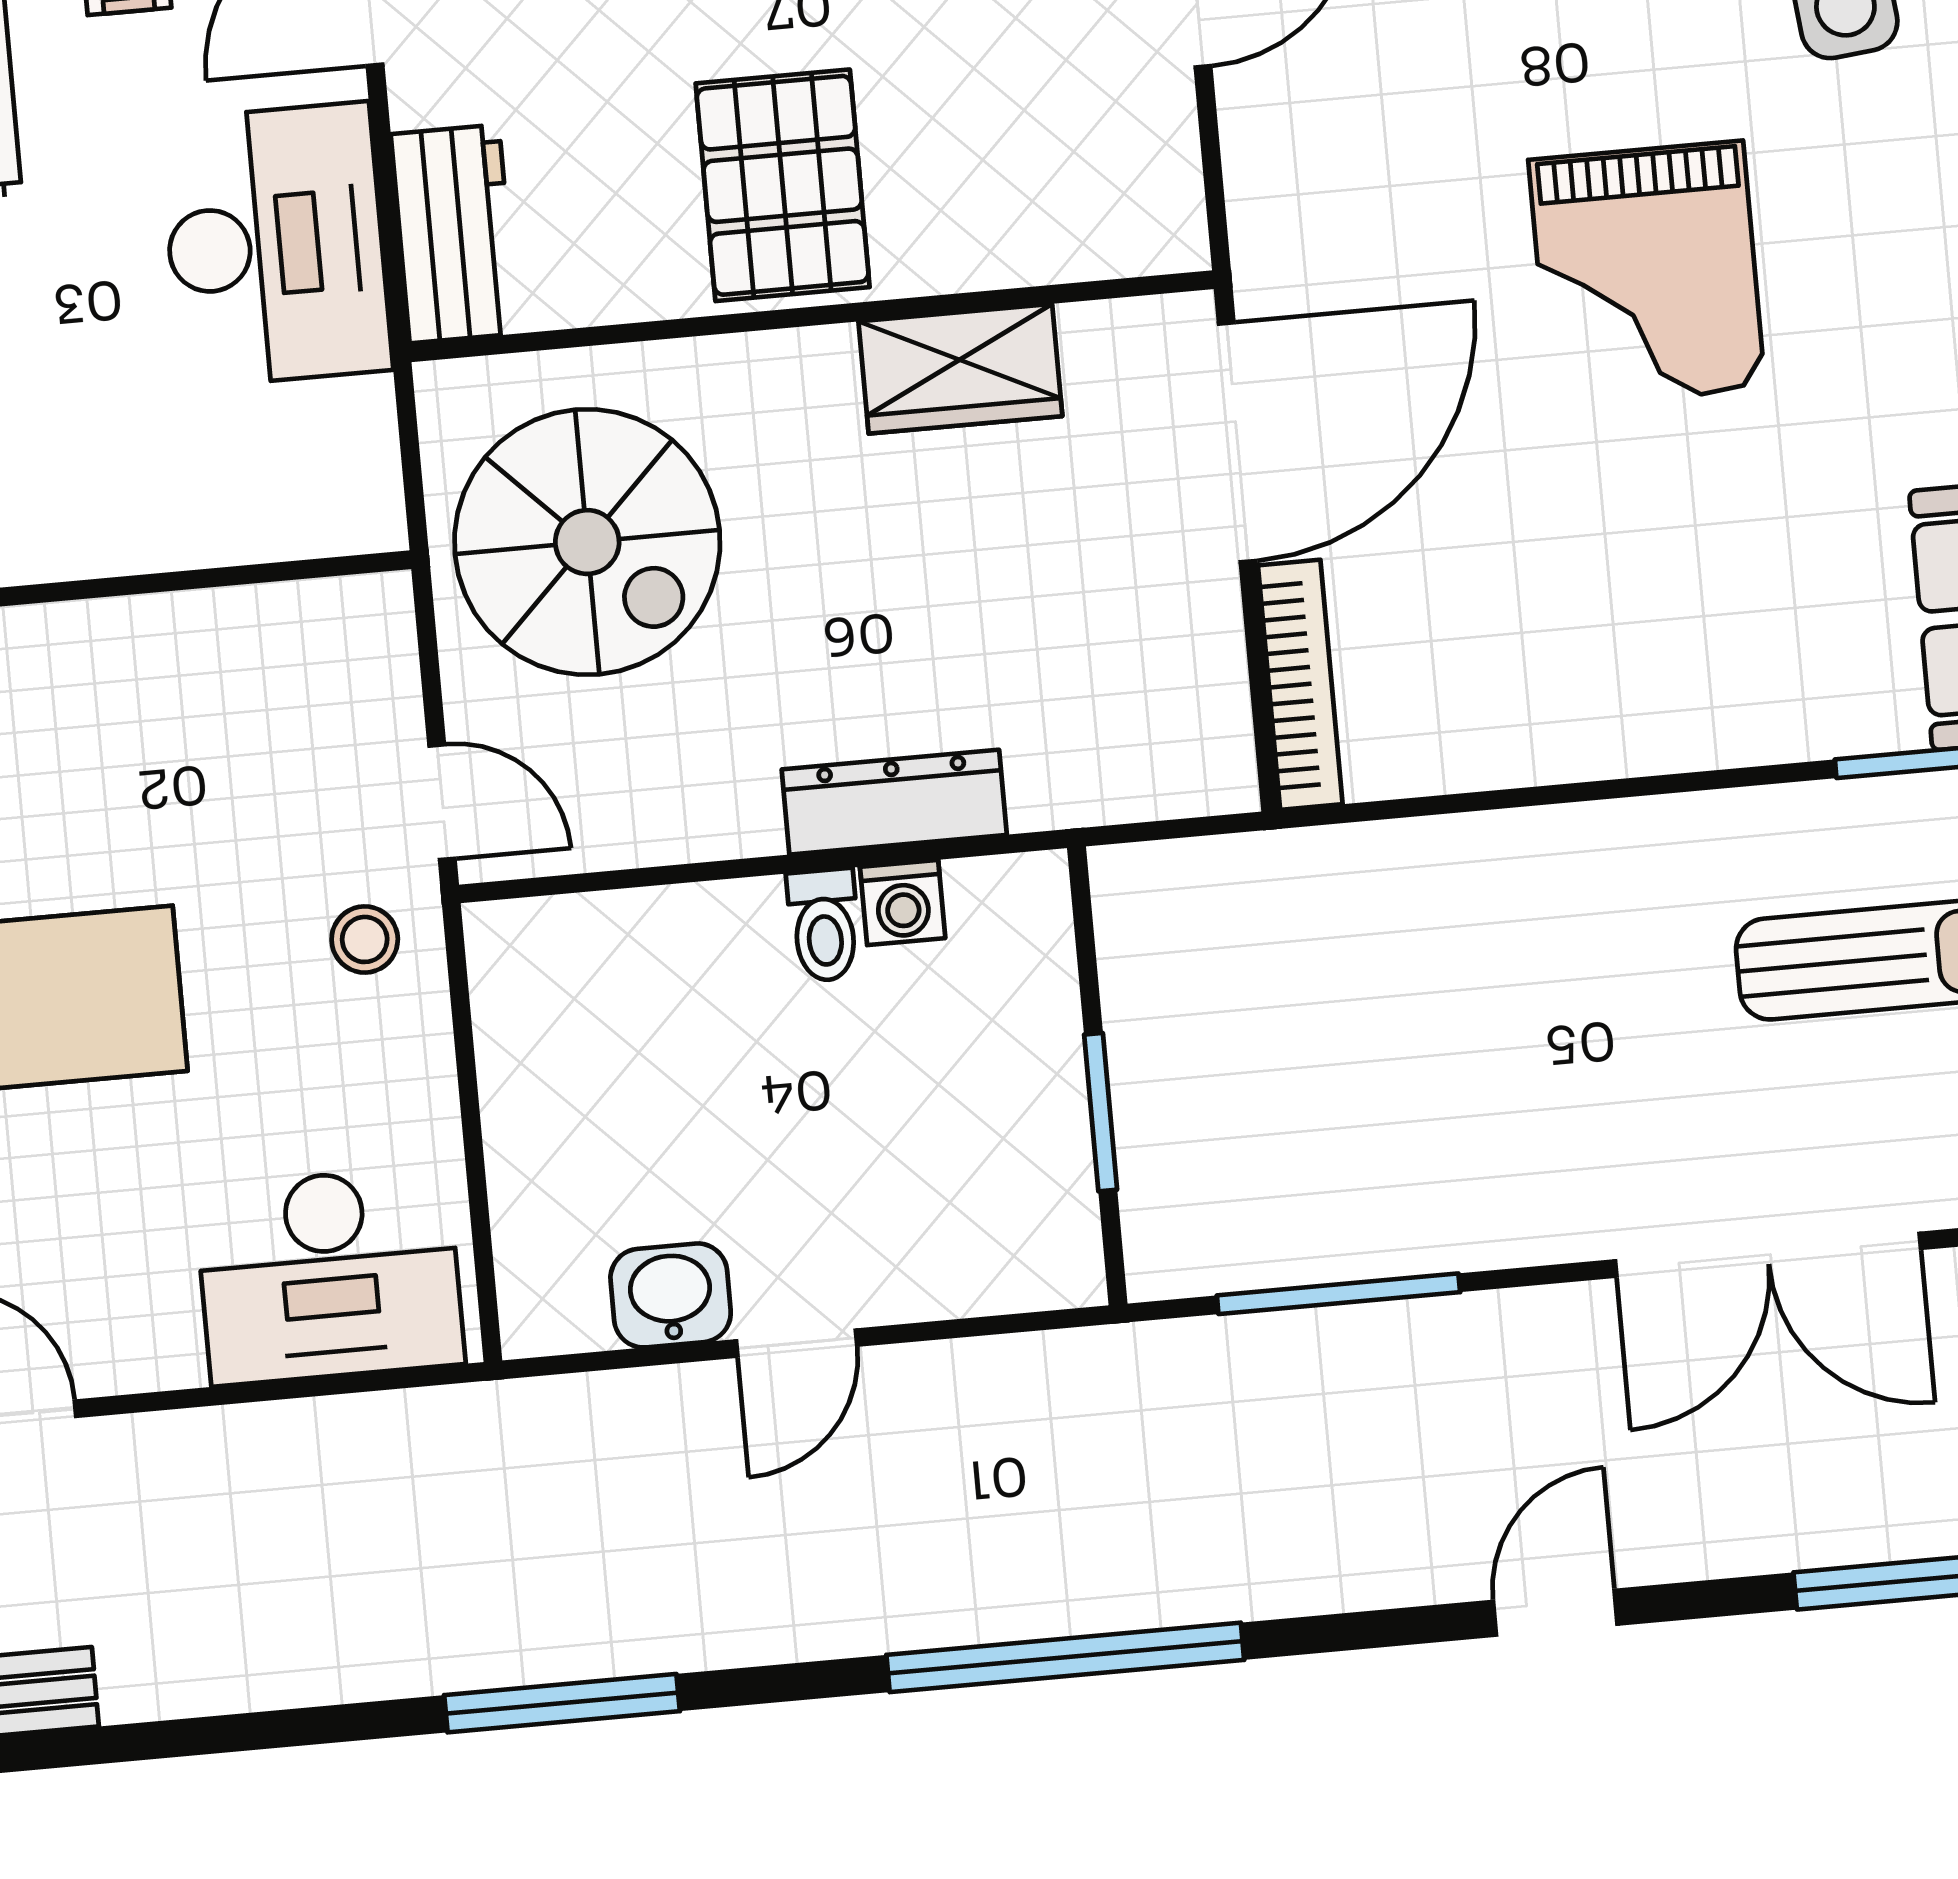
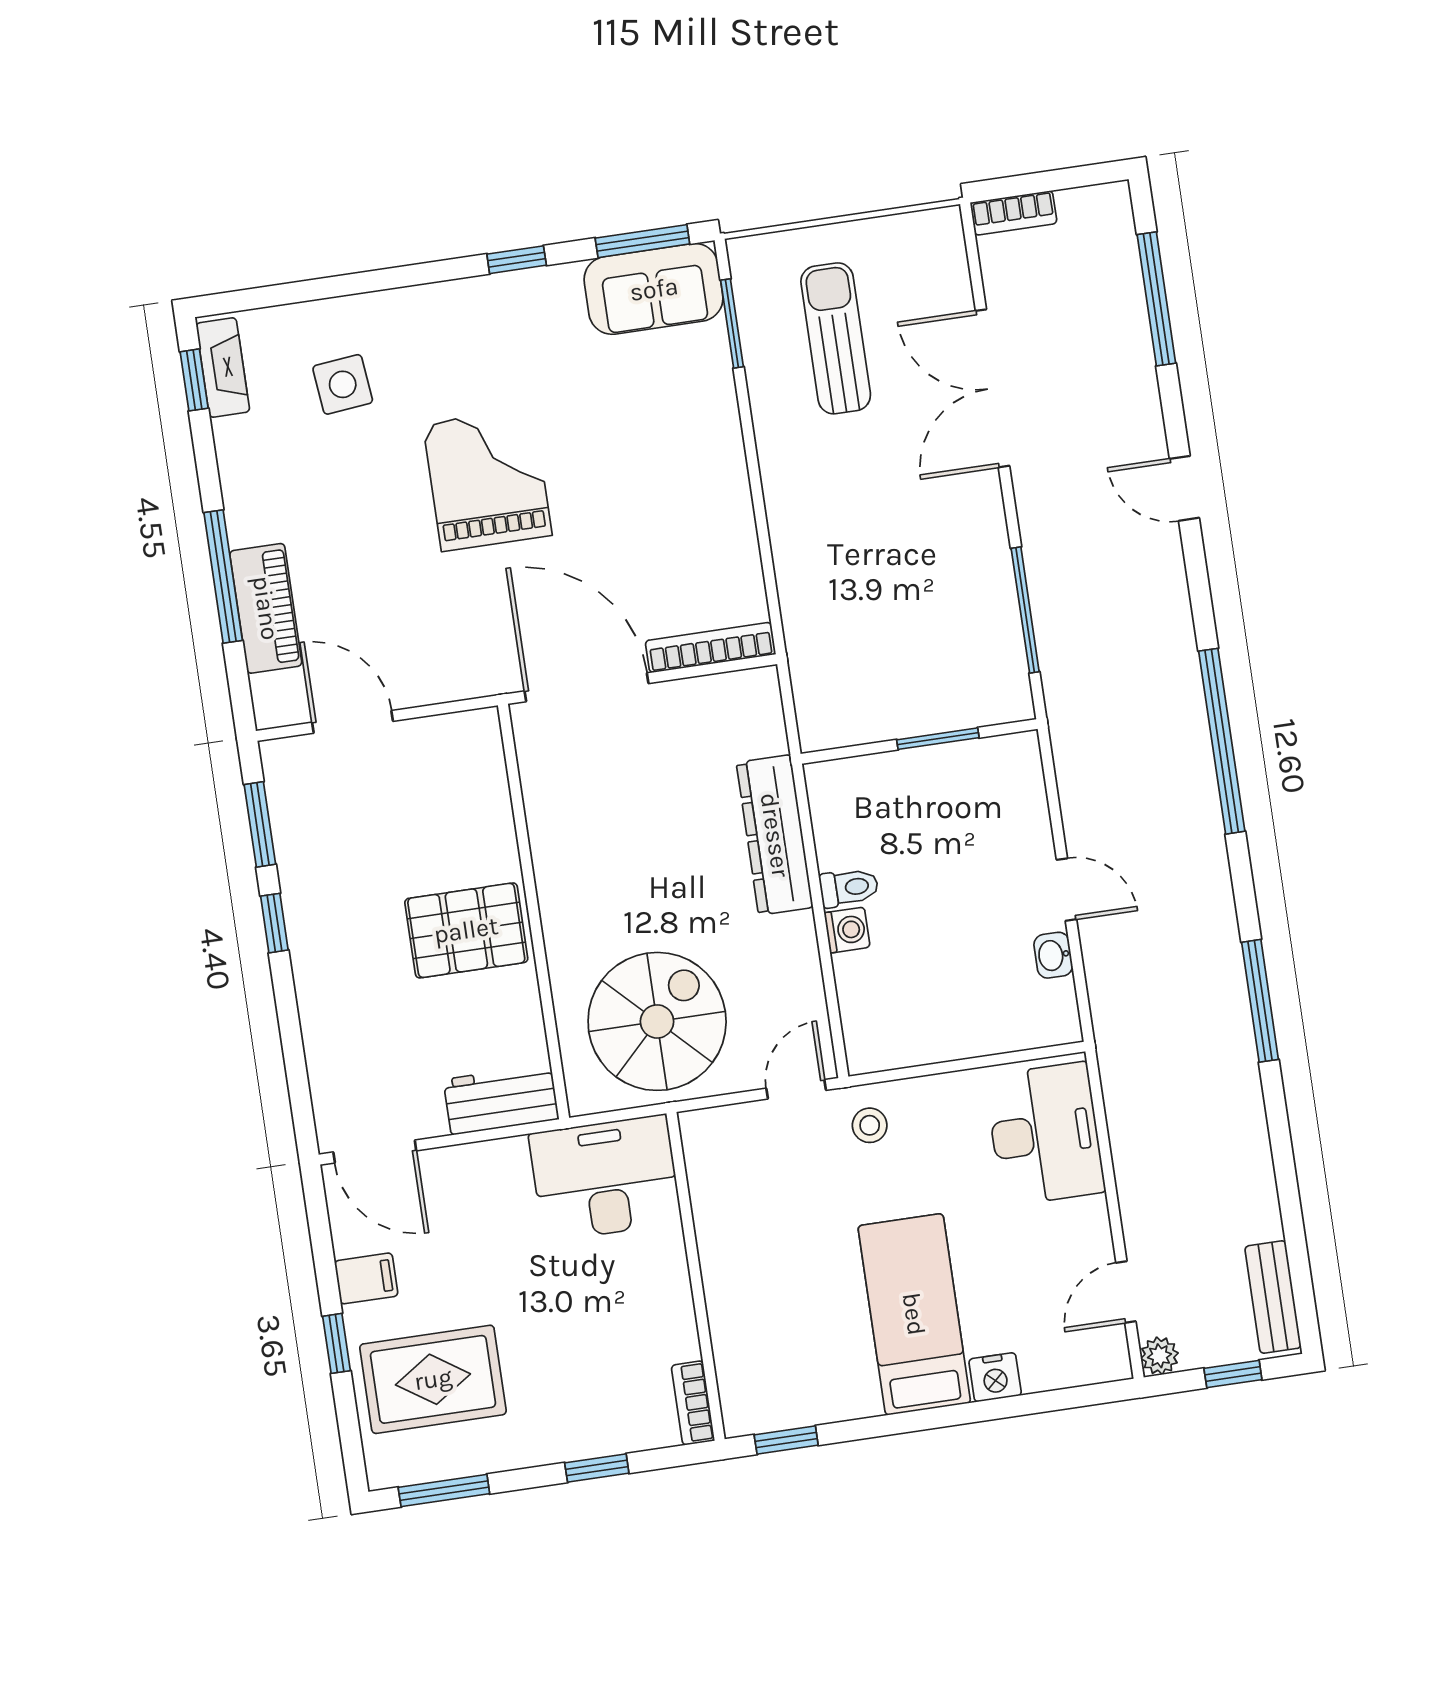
desk: (275, 245) -> (605, 1178), moved
grand piano: (1647, 274) -> (487, 480), turned -90
wardrobe: (960, 369) -> (556, 833), removed
dresser: (894, 802) -> (775, 835), width x1.37, depth x1.24
washing machine: (903, 902) -> (847, 930), moved
double door: (1768, 1255) -> (992, 388), swing flipped
washbasin: (671, 1295) -> (1053, 955), width x0.72, depth x0.69

